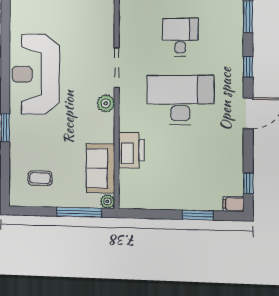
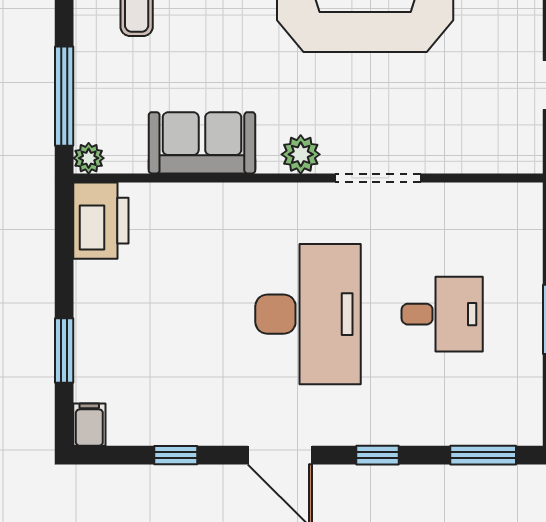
printer: (131, 150) -> (101, 221), moved, turned -90
sofa: (100, 168) -> (202, 143), moved
window: (248, 183) -> (176, 455), moved

